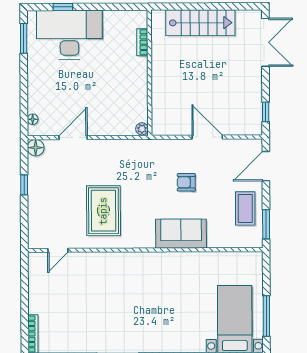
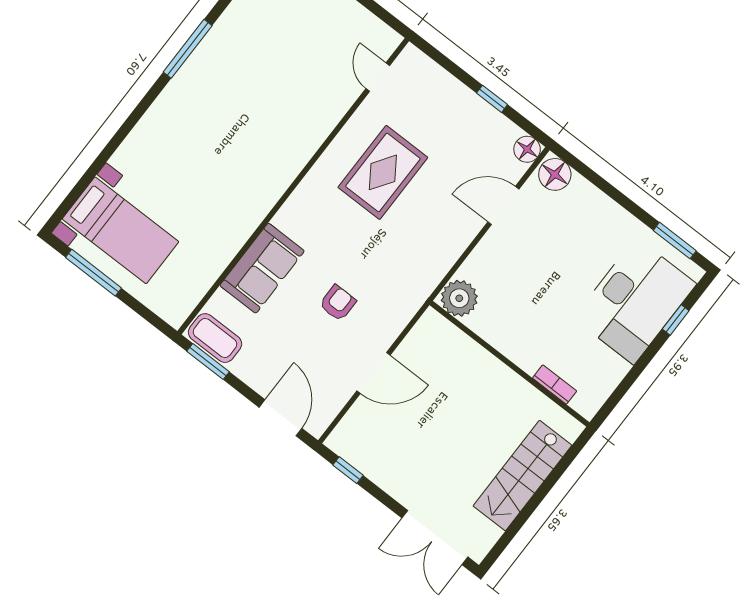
floor lamp: (33, 119) -> (555, 174), width x1.89, depth x1.89
plant: (142, 129) -> (459, 298), width x1.88, depth x1.88
door: (73, 138) -> (503, 206), swing flipped
coffee table: (245, 208) -> (215, 338), moved
rug: (103, 211) -> (383, 172), turned 90
sofa: (181, 234) -> (262, 268), moved

